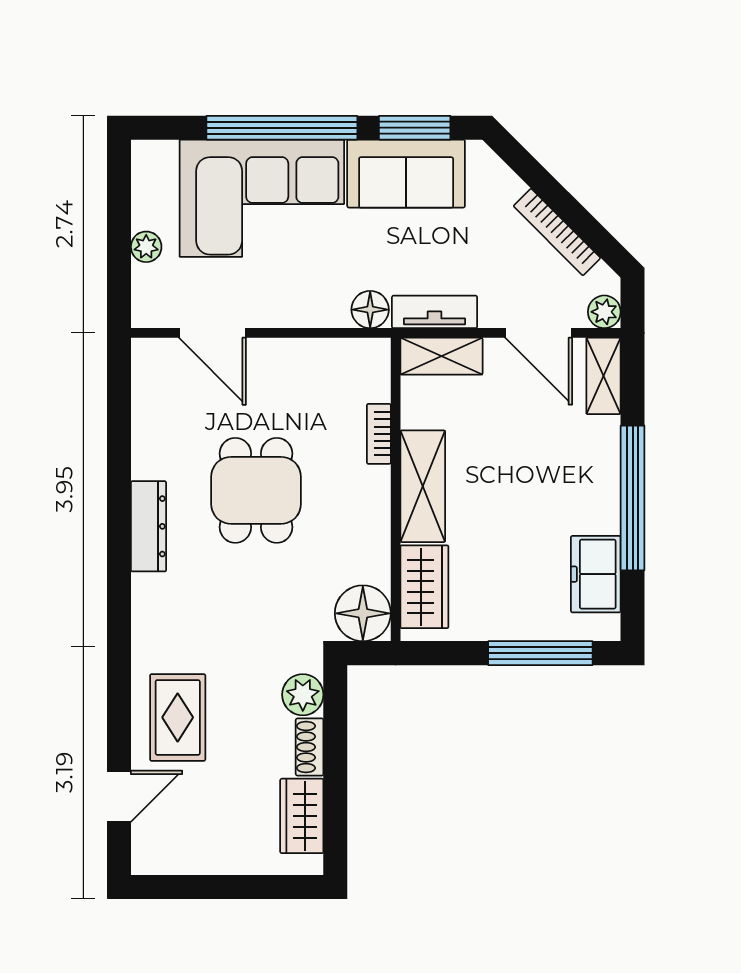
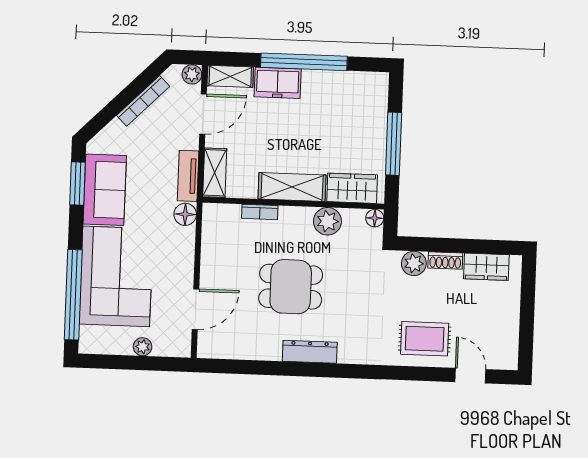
window: (282, 128) -> (73, 295), moved
plant: (368, 548) -> (327, 221), added
freezer: (596, 574) -> (278, 83), moved
floor lamp: (363, 613) -> (375, 218), width x0.53, depth x0.53
window: (540, 653) -> (394, 144), moved

